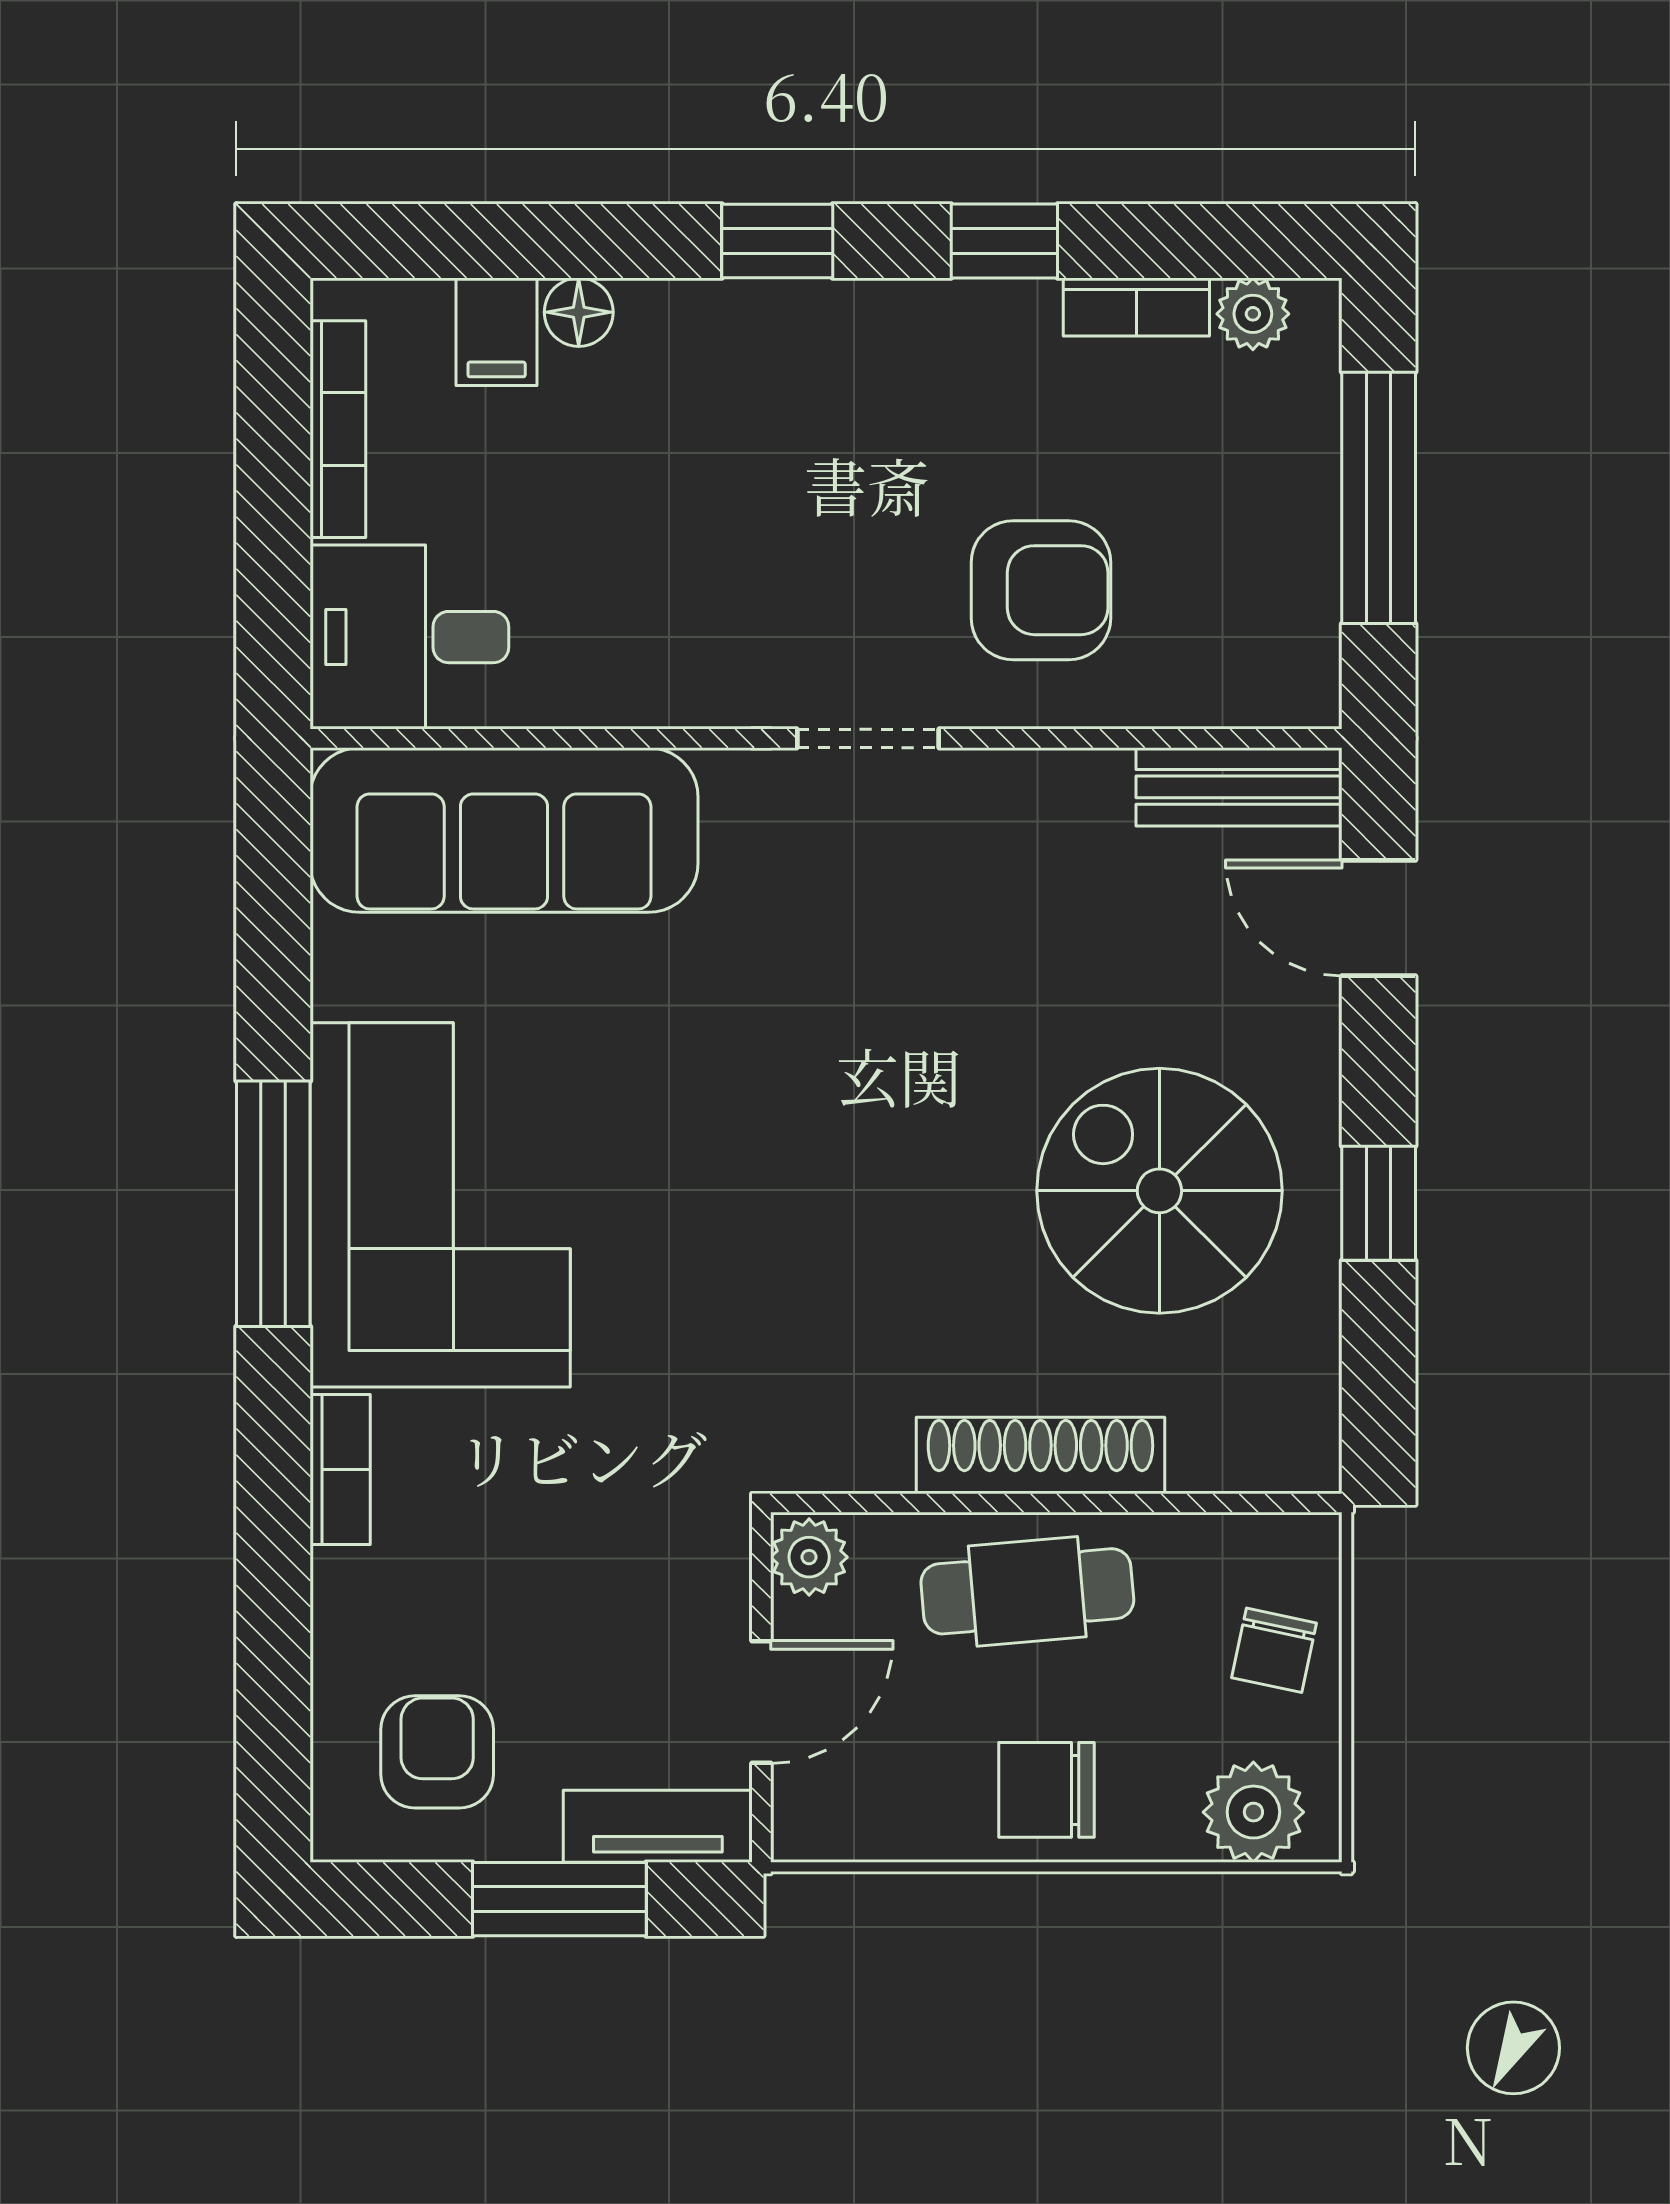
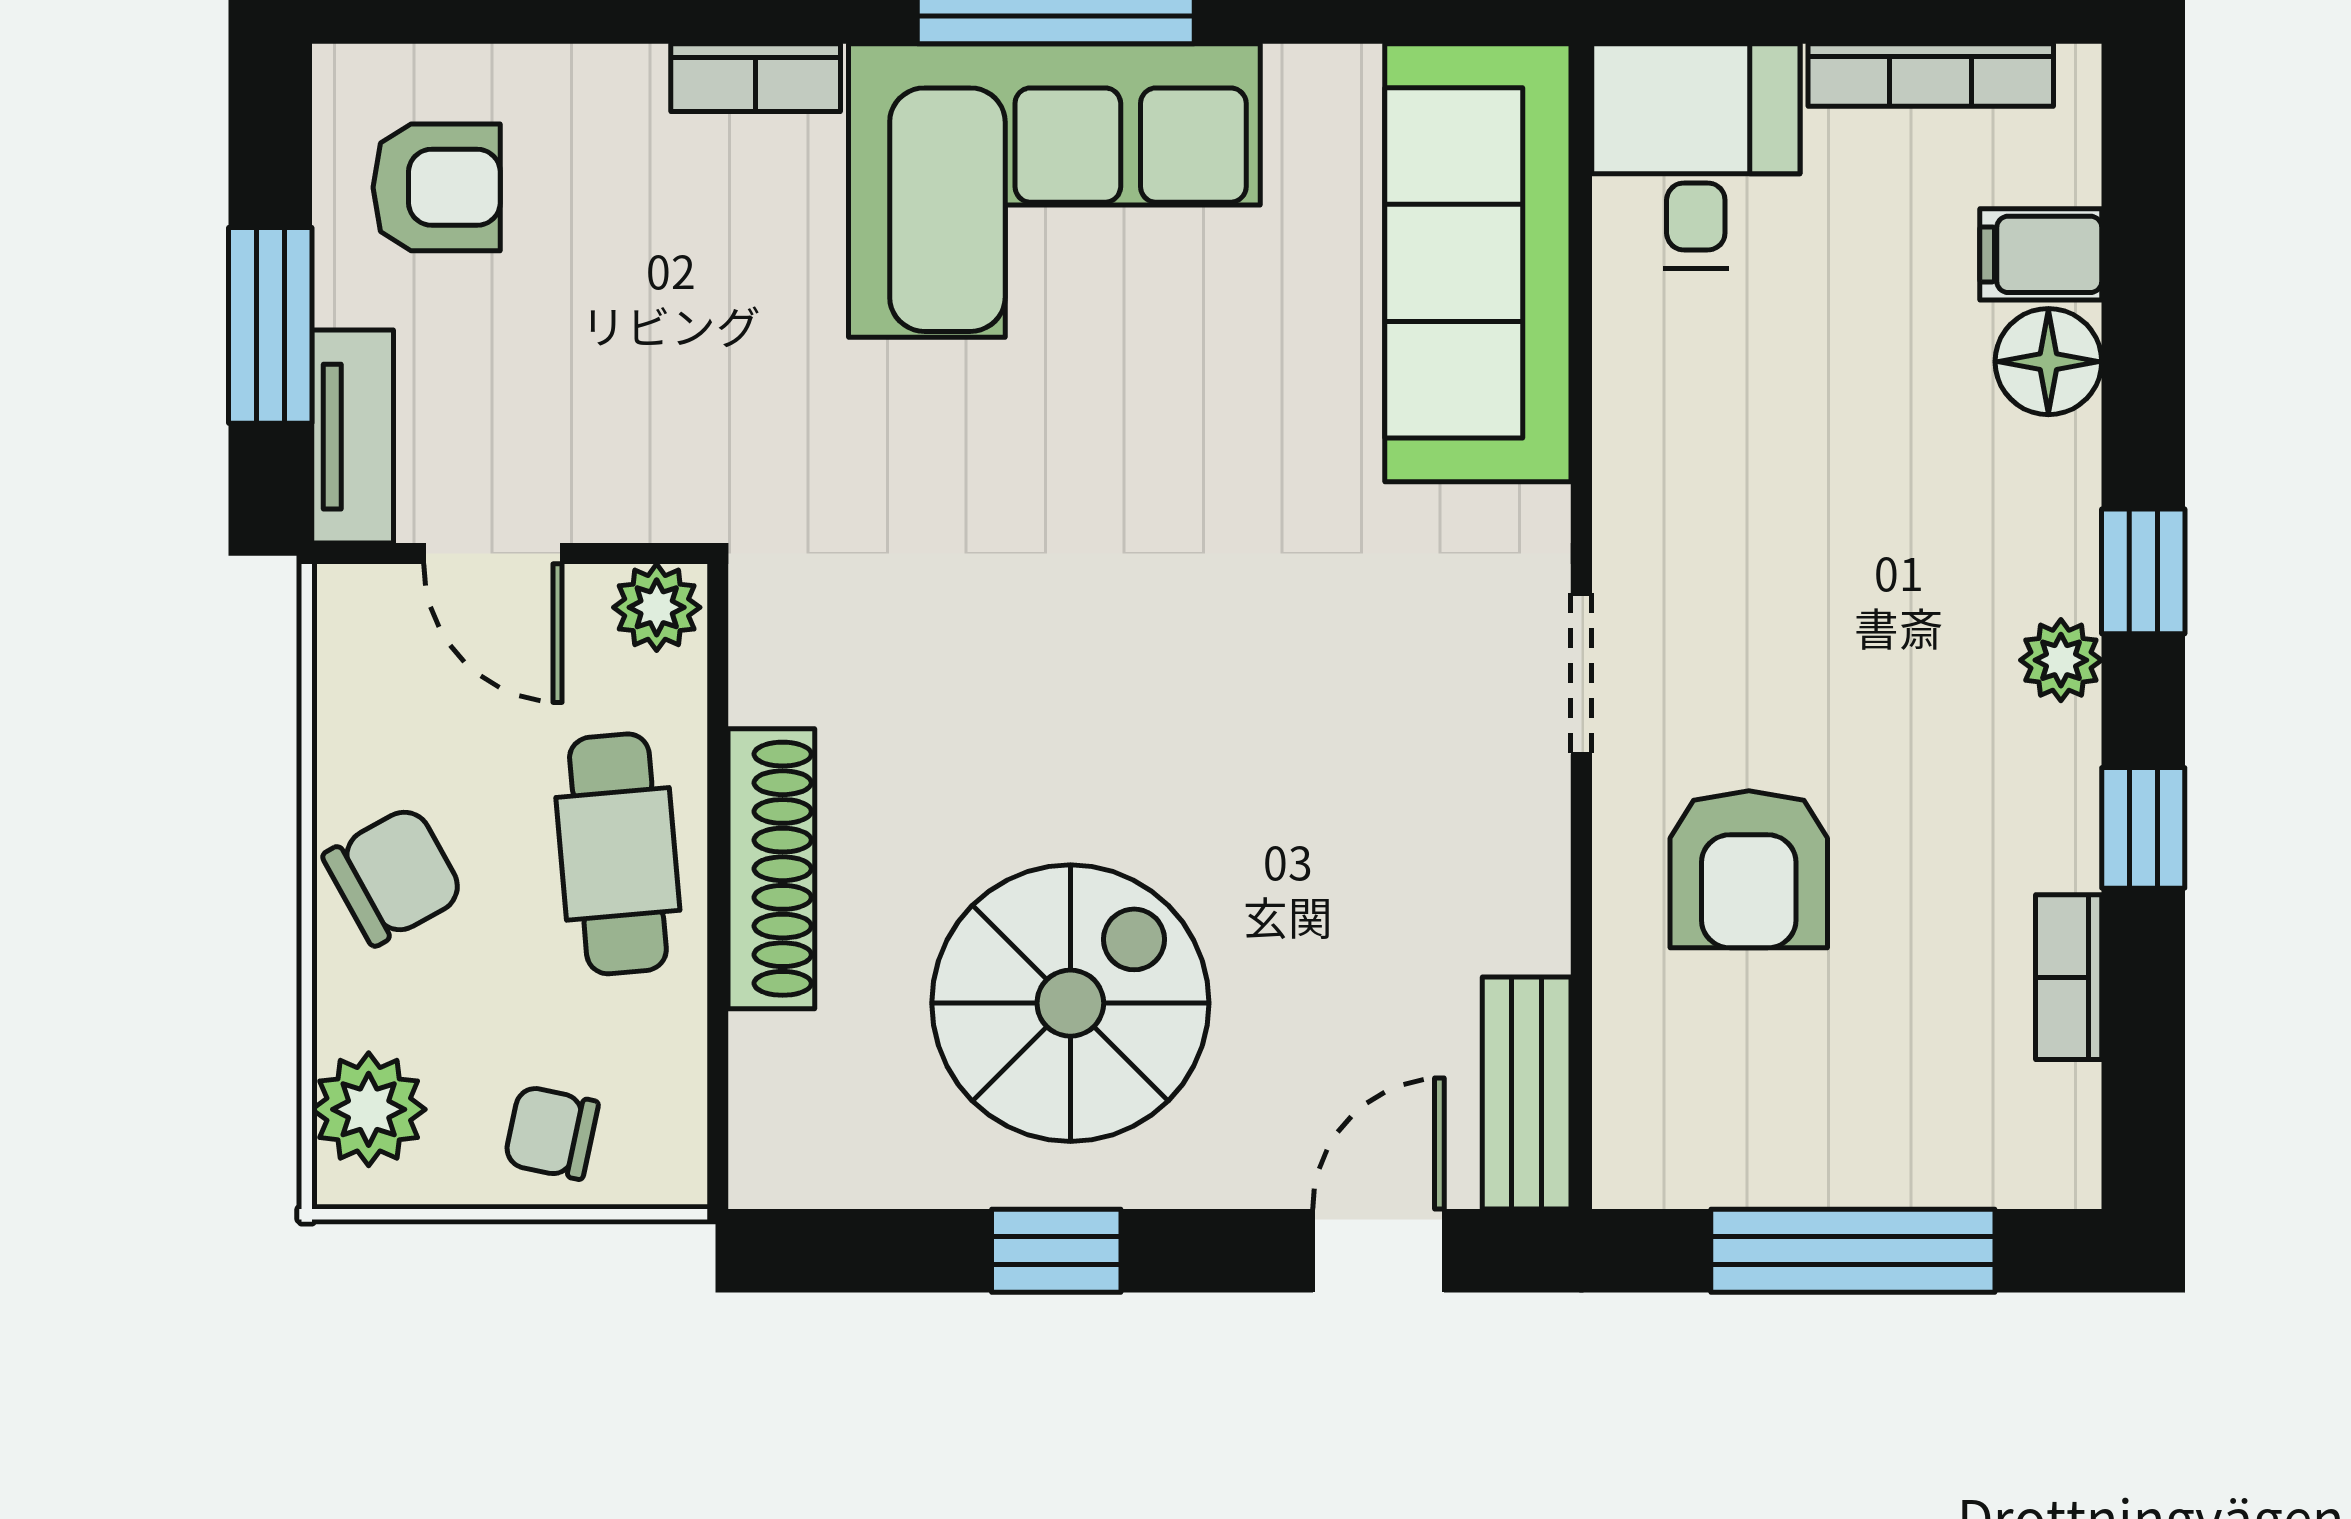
floor lamp: (579, 312) -> (2048, 362), width x1.37, depth x1.37
plant: (1253, 314) -> (2061, 660), moved
chair: (1047, 1790) -> (394, 876), turned 61

